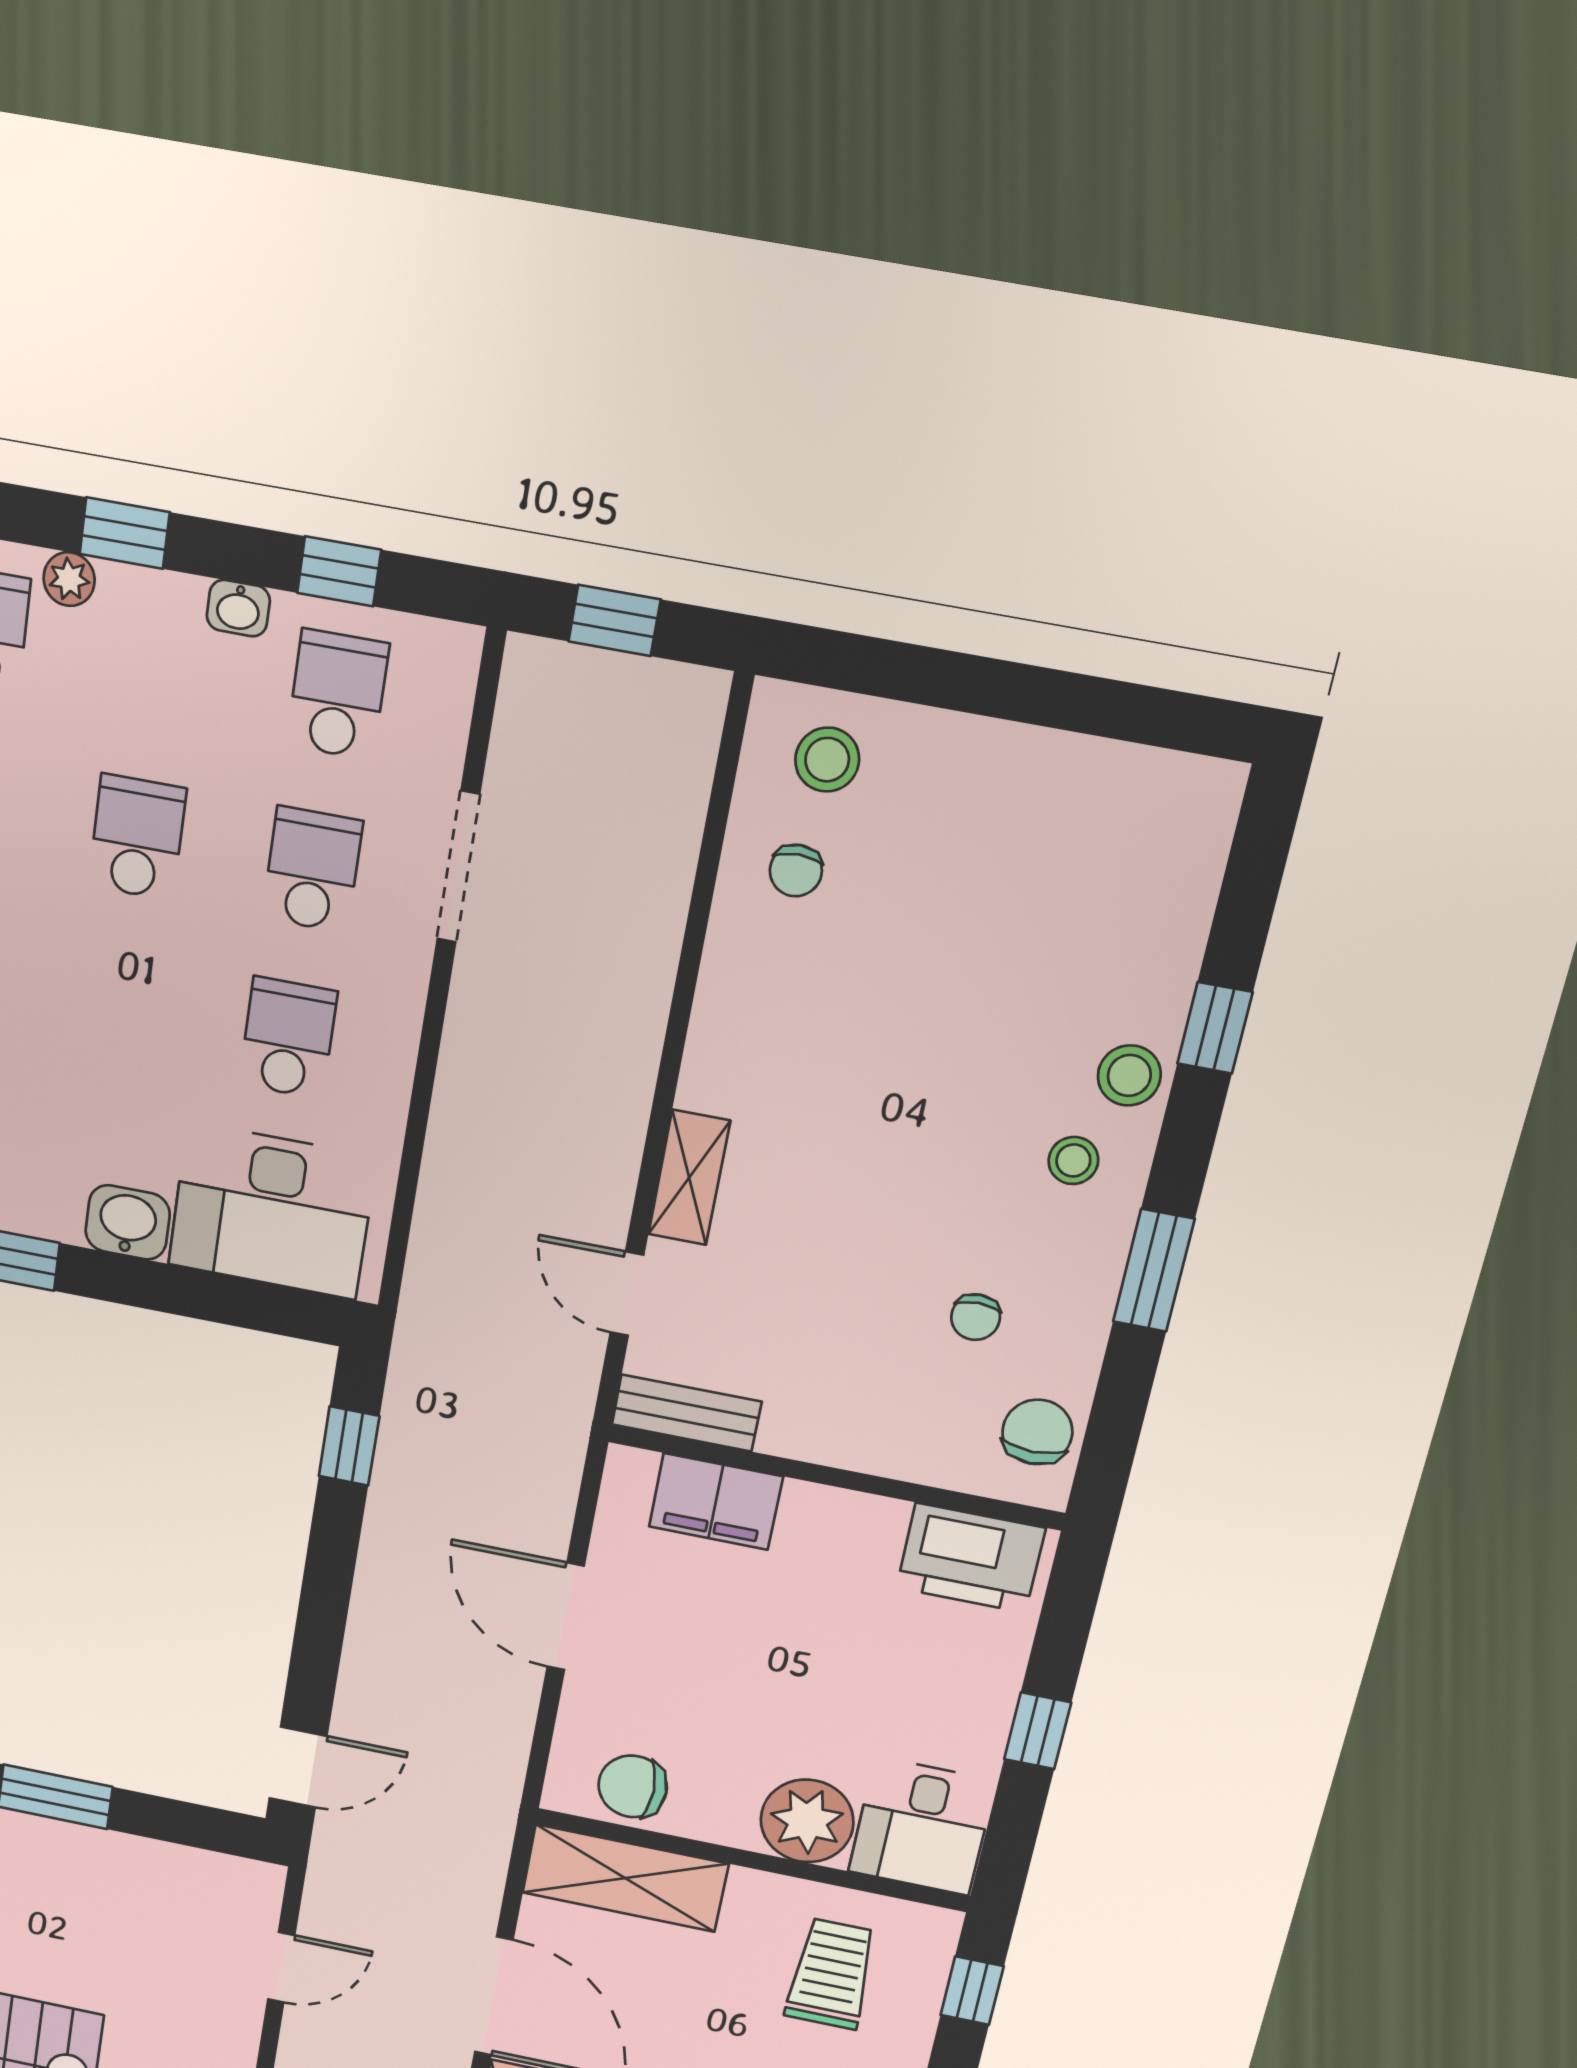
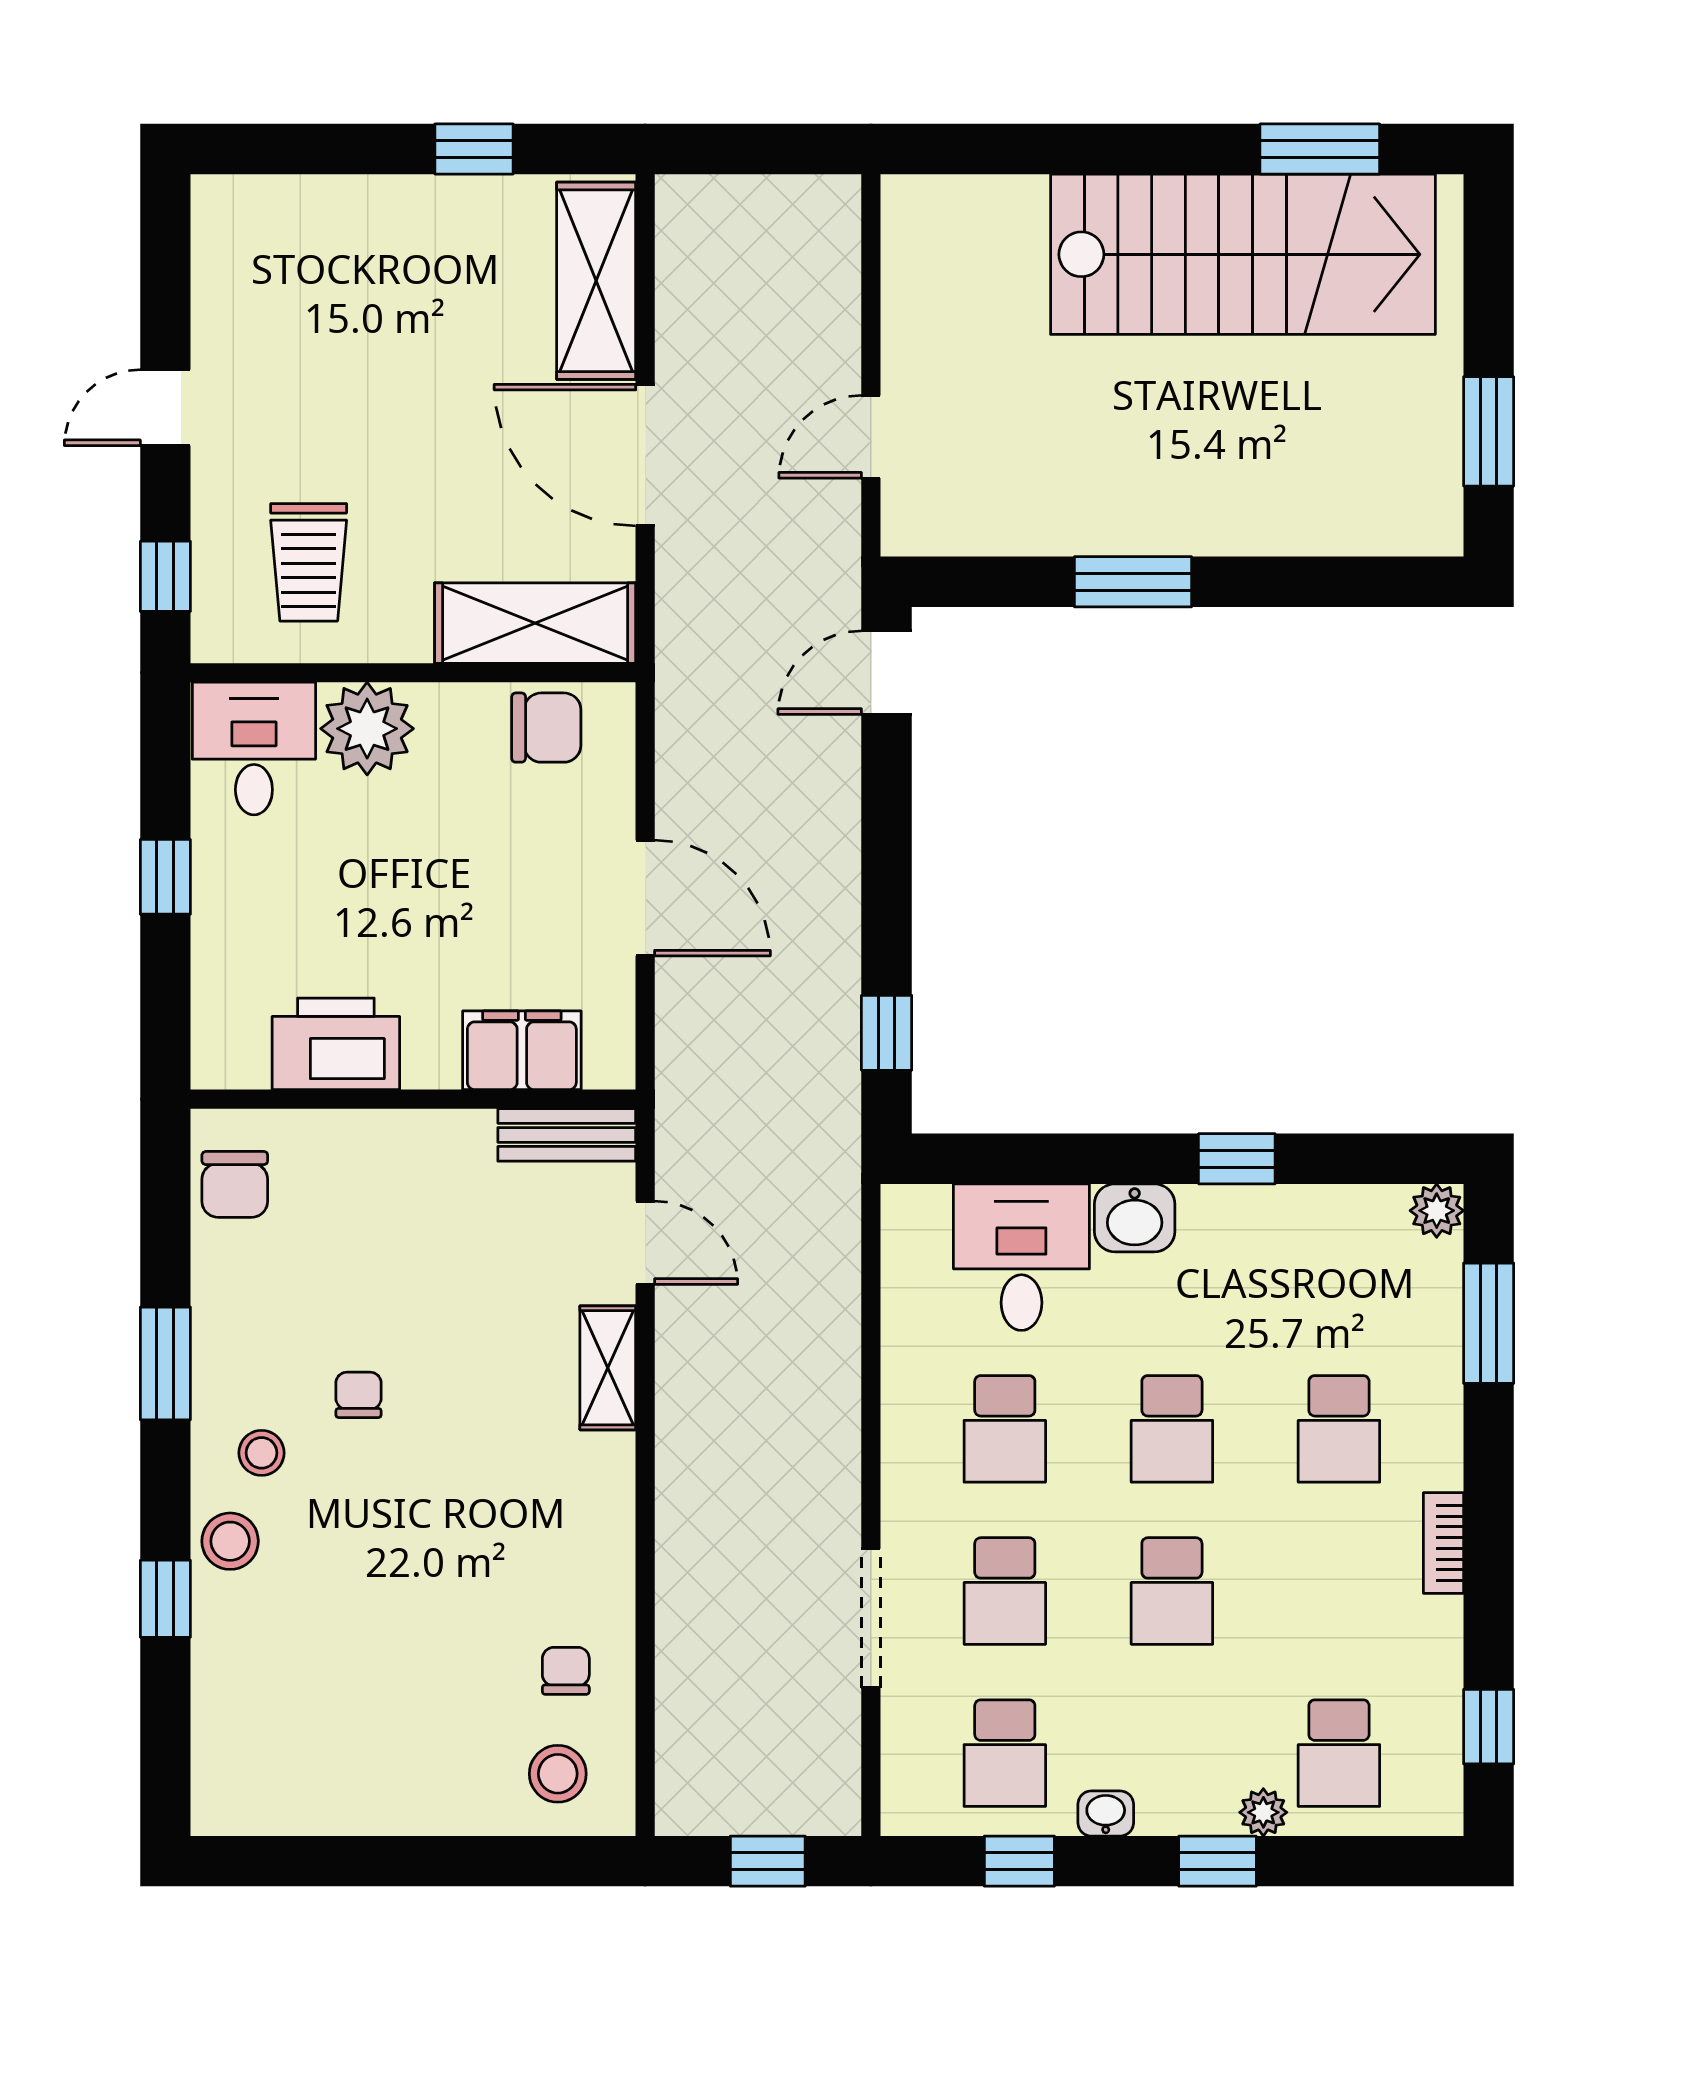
school desk: (116, 1006) -> (1172, 1429), added
desk: (272, 1211) -> (1021, 1257), width x0.73
chair: (976, 1317) -> (358, 1395), moved
printer: (971, 1558) -> (336, 1044), moved

